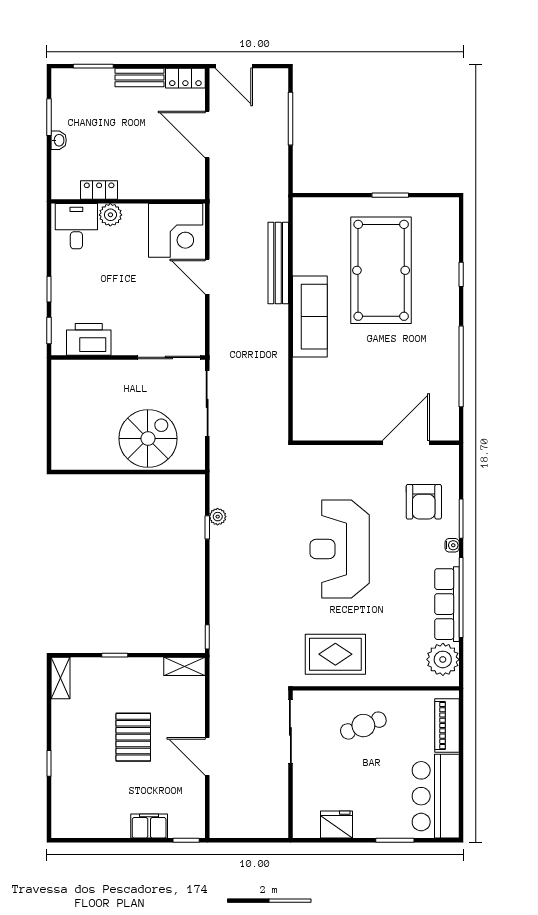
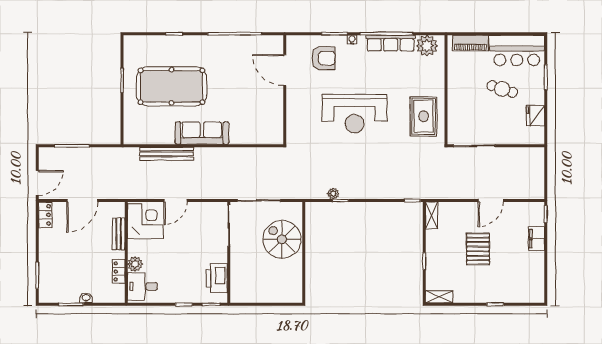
bench: (140, 78) -> (119, 234), moved
cafe table: (363, 726) -> (502, 89), moved, turned -51
pallet: (133, 737) -> (478, 249), turned 90

